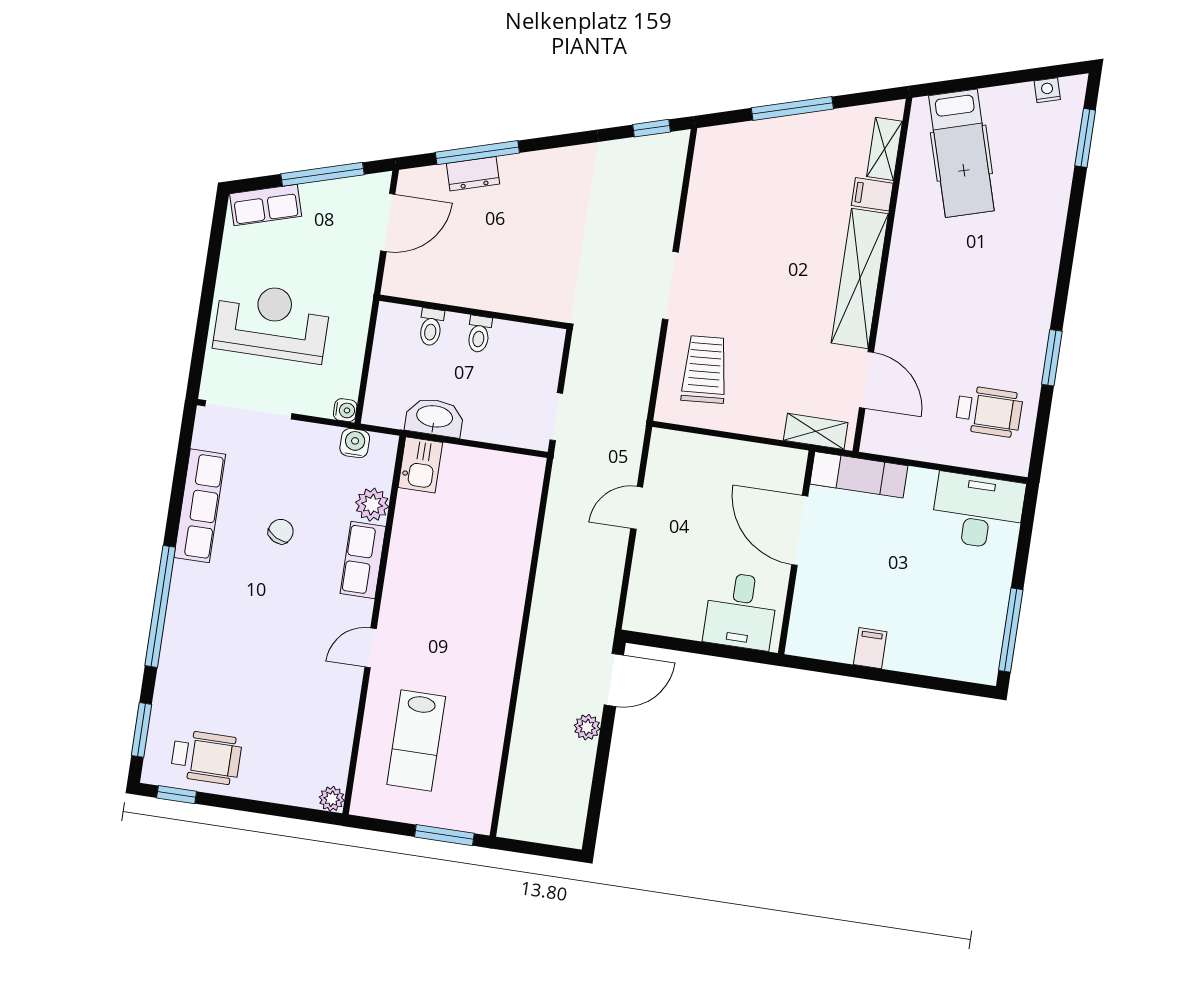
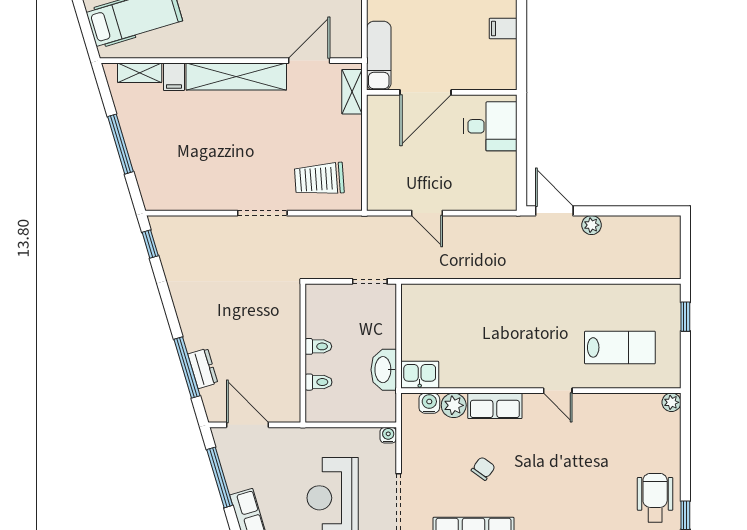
water cooler: (355, 443) -> (429, 403), moved, turned 90
chair: (281, 531) -> (483, 469), turned 99
window: (444, 835) -> (685, 317), width x0.67

